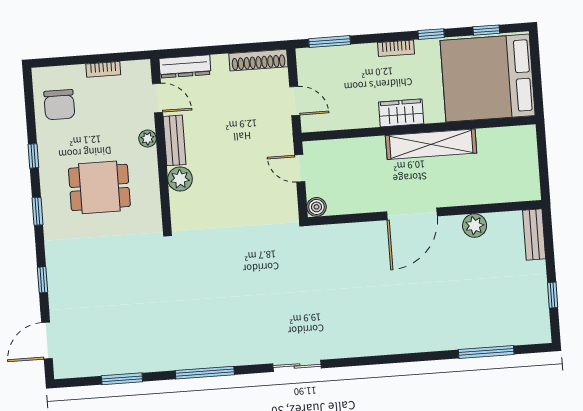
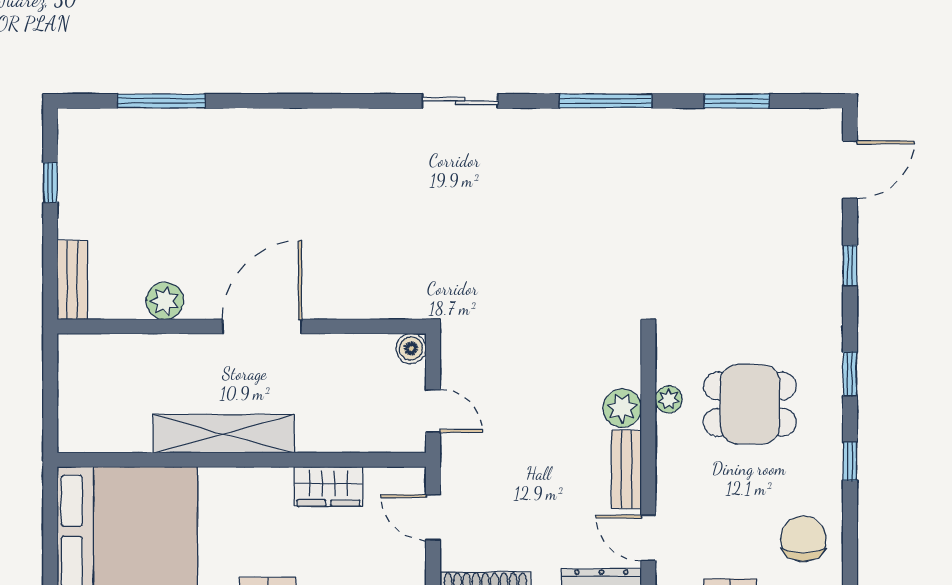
wardrobe: (401, 113) -> (328, 486), moved
plant: (148, 139) -> (669, 399), moved

